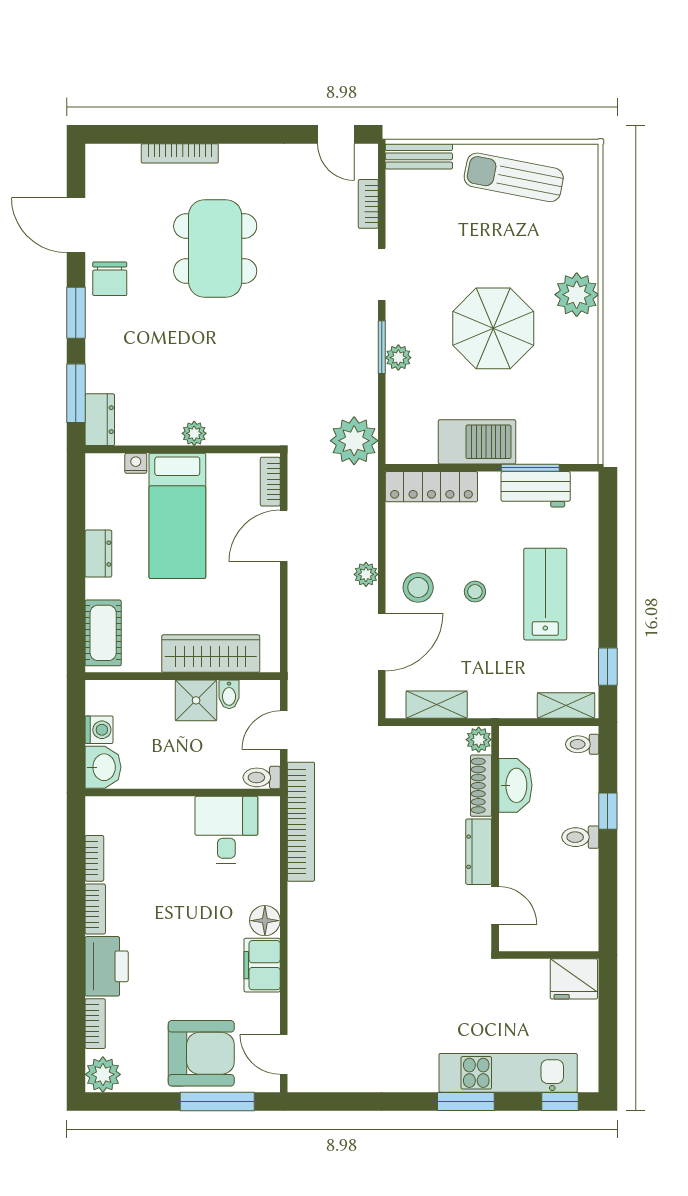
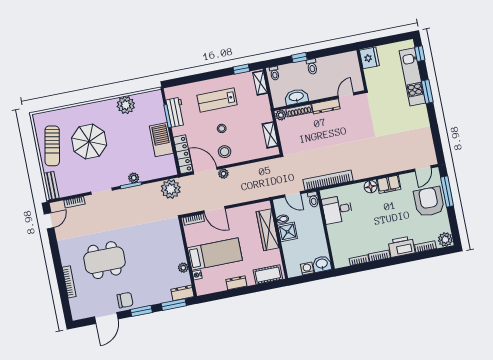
plant: (577, 295) -> (126, 105), moved
parasol: (493, 328) -> (89, 142), moved
plant: (194, 433) -> (183, 268), moved
door: (382, 642) -> (205, 171), moved

